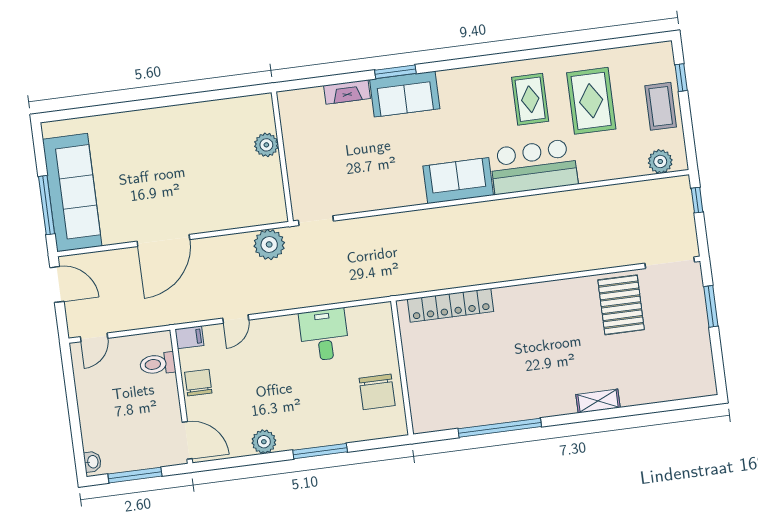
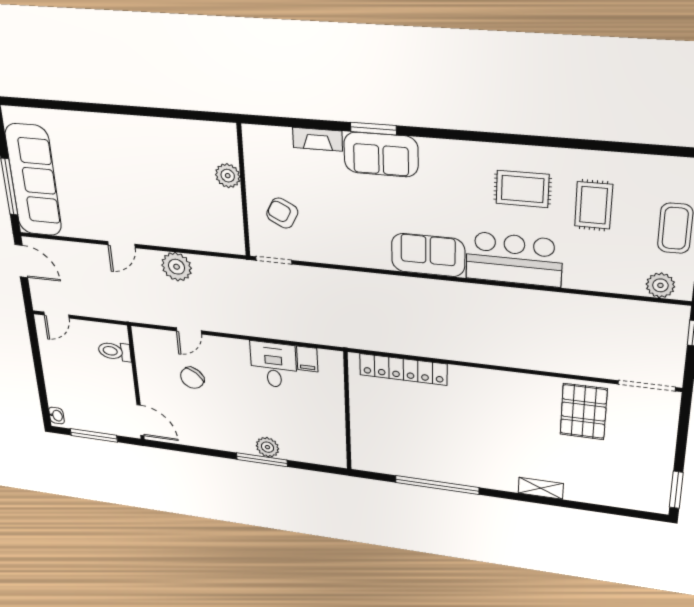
rug: (530, 99) -> (523, 189), turned 90
rug: (591, 101) -> (594, 205), width x0.73, depth x0.70
armchair: (320, 170) -> (282, 213), added
door: (163, 240) -> (121, 245), width x0.53
plant: (269, 244) -> (177, 267), moved
window: (711, 306) -> (676, 490), moved
filing cabinet: (189, 337) -> (307, 359), moved, turned 90
chair: (198, 383) -> (192, 378), moved, turned -142
chair: (377, 392) -> (321, 426), removed
plant: (264, 442) -> (267, 447), moved

